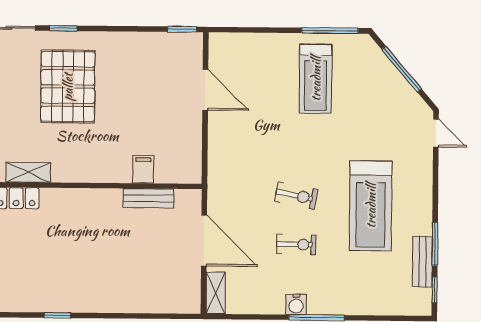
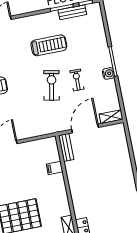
exercise bike: (296, 195) -> (52, 85), width x1.38, depth x1.39
bench: (149, 198) -> (66, 147), moved
treadmill: (371, 206) -> (49, 45), width x0.73, depth x0.73

